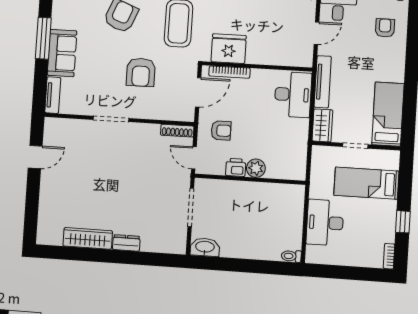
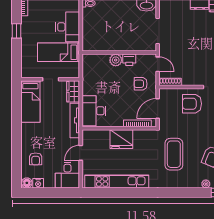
fridge: (229, 49) -> (121, 139), moved
armchair: (141, 72) -> (192, 104), moved, turned -90
bed: (366, 183) -> (58, 52), moved, turned 180

